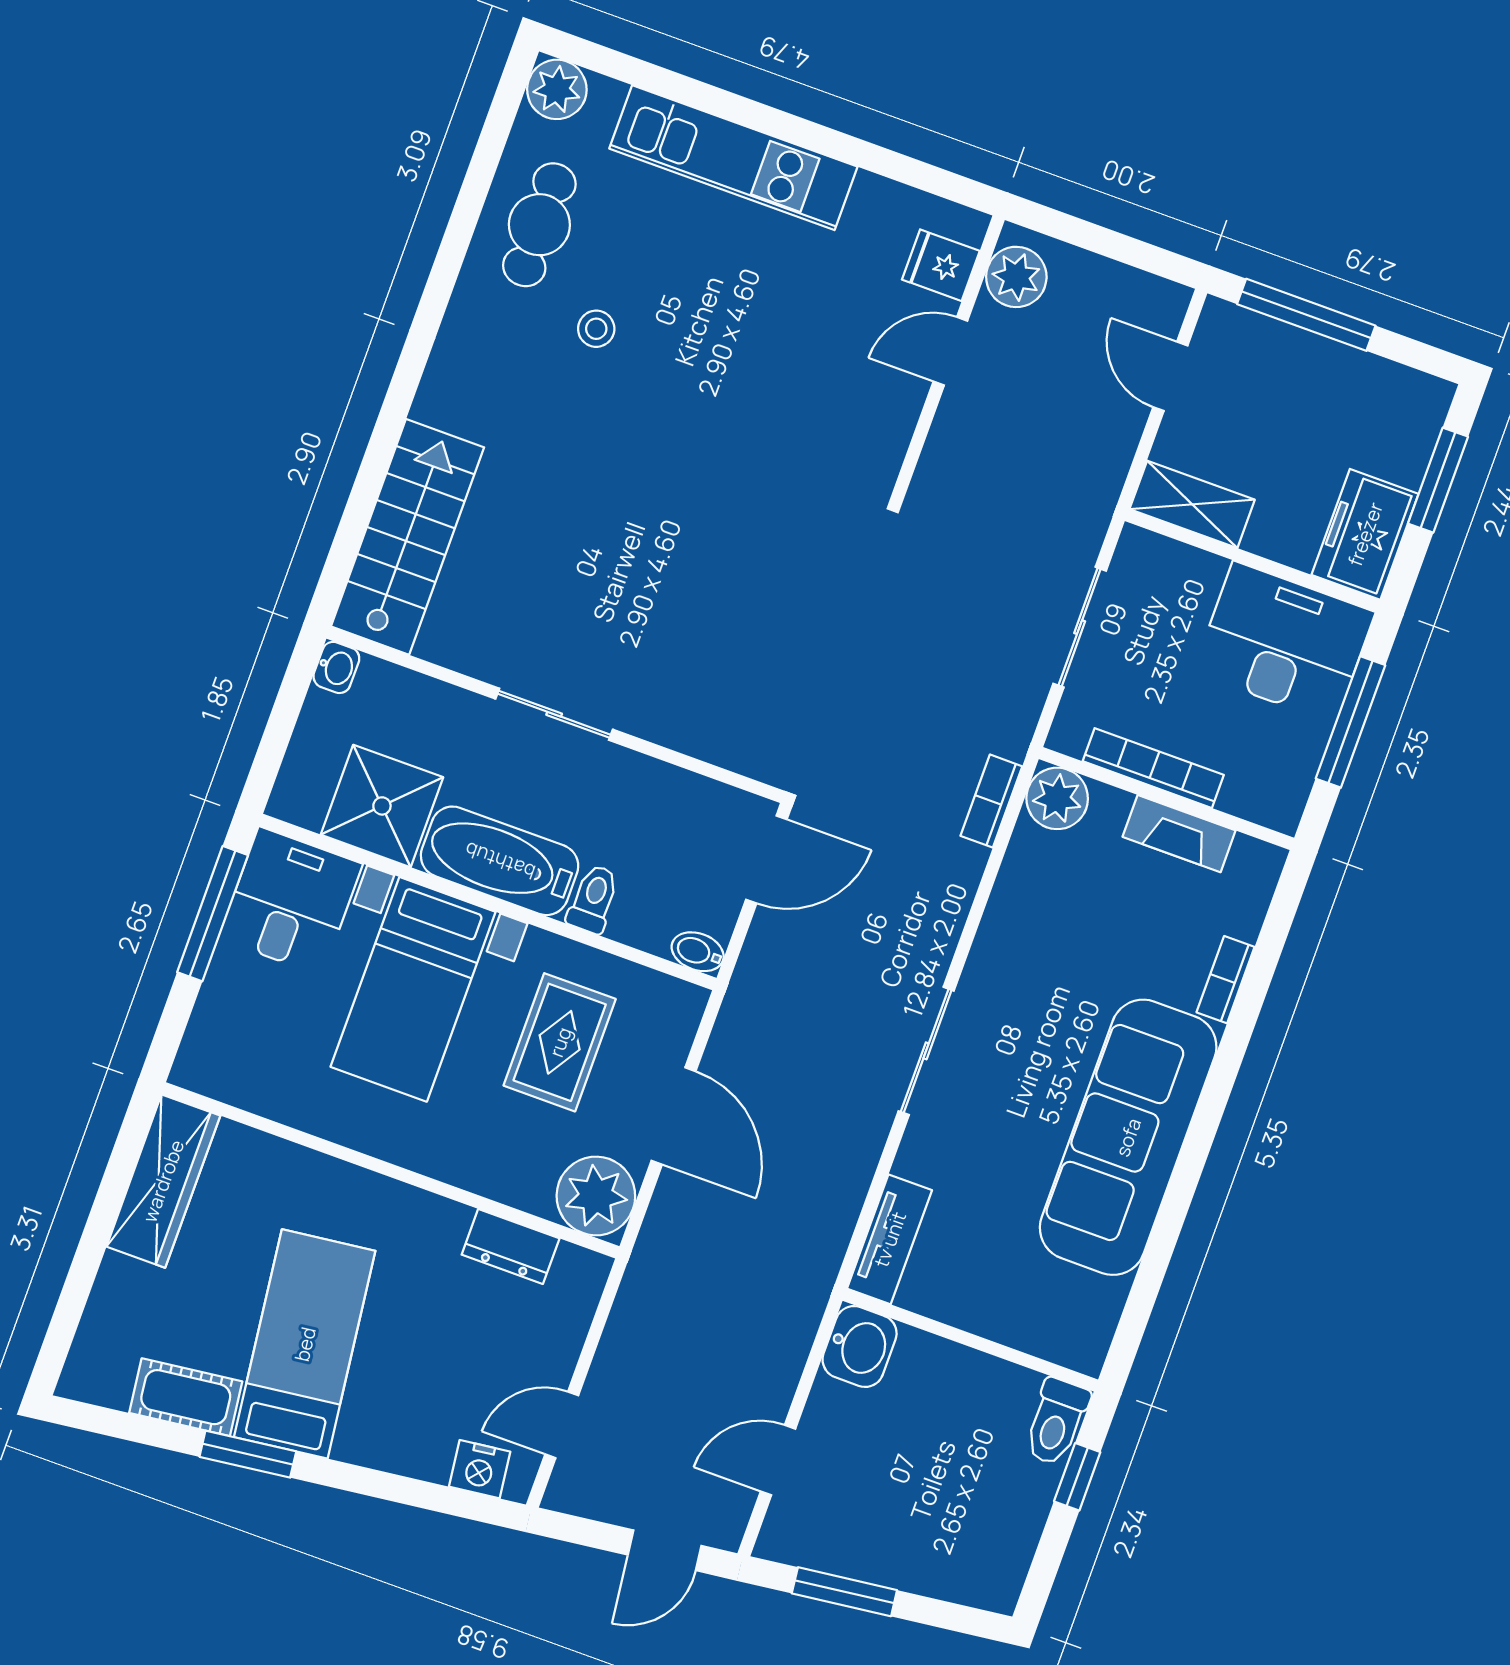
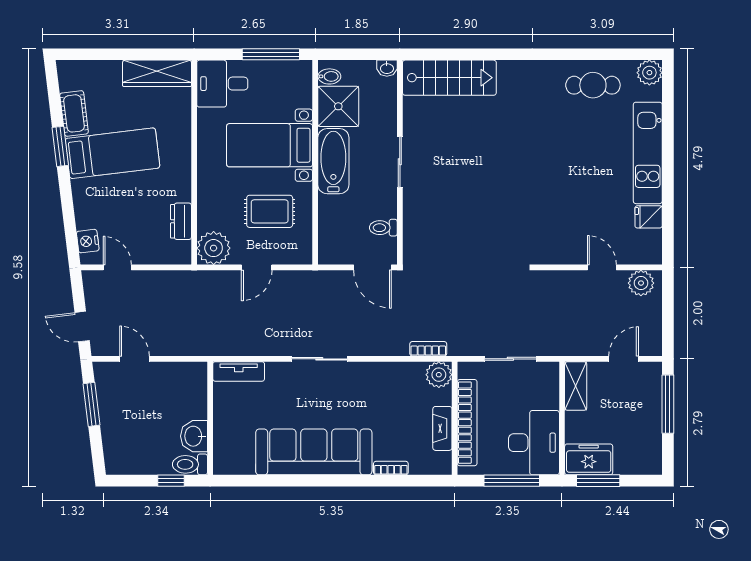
fridge: (941, 265) -> (649, 217), moved, turned -90
stool: (596, 329) -> (560, 123), removed
window: (1438, 480) -> (598, 481), moved
bookcase: (1153, 768) -> (467, 423), width x1.48, depth x1.31
toilet: (593, 899) -> (383, 228), moved, turned 180
desk: (290, 901) -> (222, 84), moved, turned 180
bidet: (698, 952) -> (329, 76), moved, turned 90
door: (674, 1116) -> (257, 267), width x0.73
washbasin: (860, 1347) -> (194, 436), moved, turned 90

